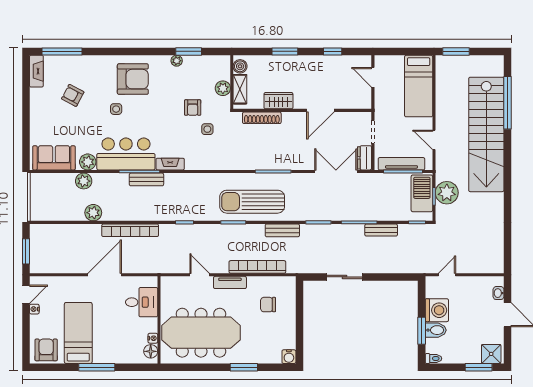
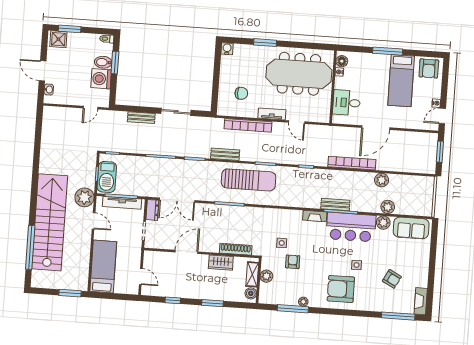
window: (189, 51) -> (293, 309), width x1.44
plant: (447, 193) -> (84, 197), moved
bench: (381, 230) -> (141, 118), moved

